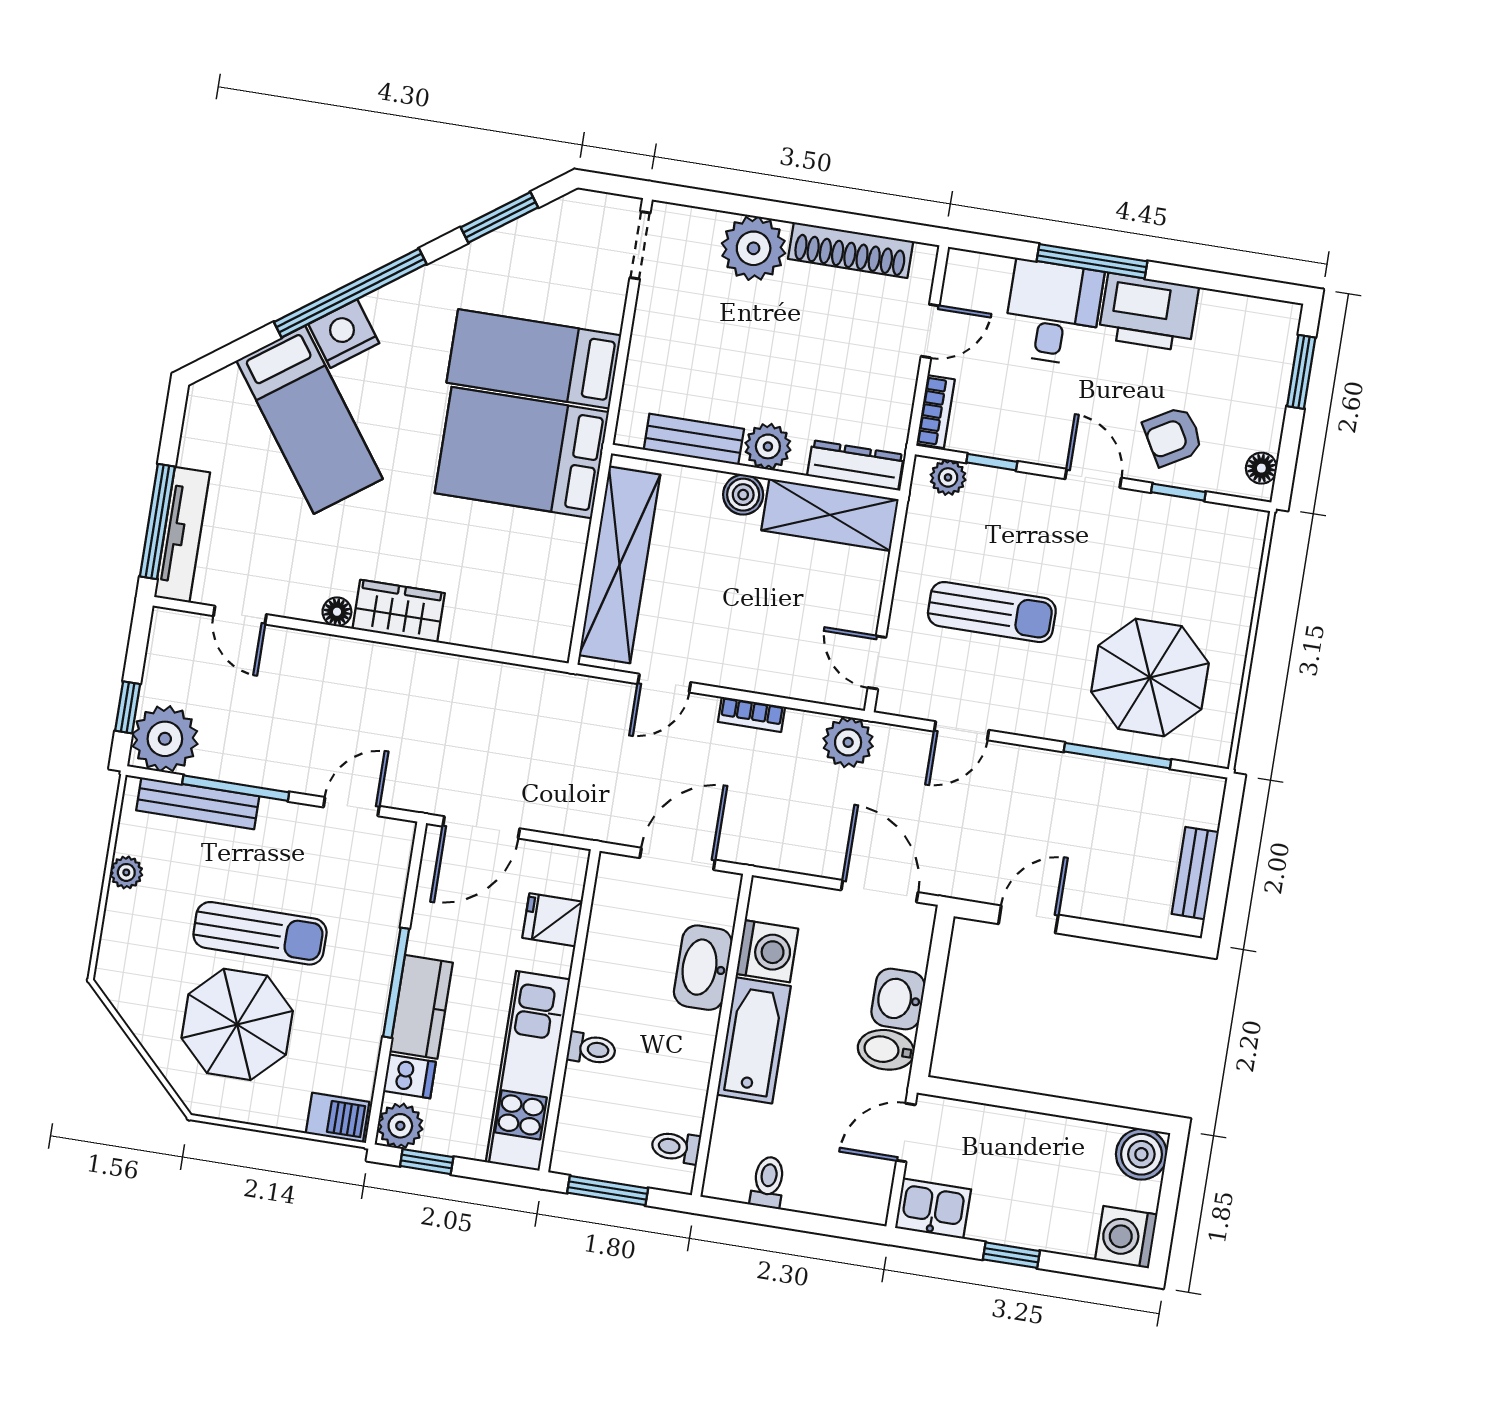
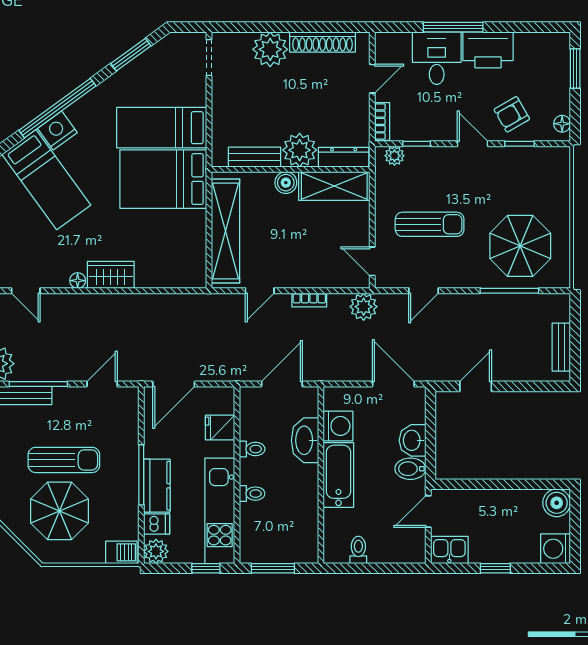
plant: (768, 446) -> (300, 150), width x1.36, depth x1.36
toilet: (676, 1147) -> (252, 449), moved, turned 180
window: (427, 1162) -> (206, 568), moved

